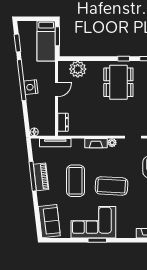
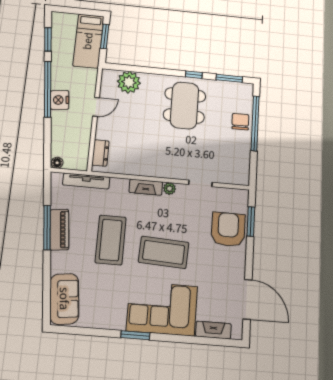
corner sofa: (93, 222) -> (162, 309), moved

